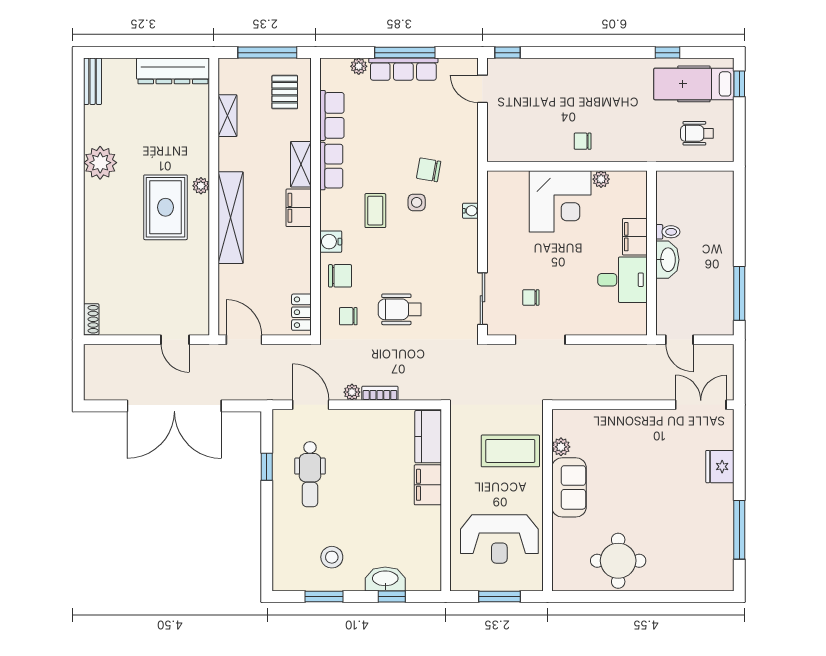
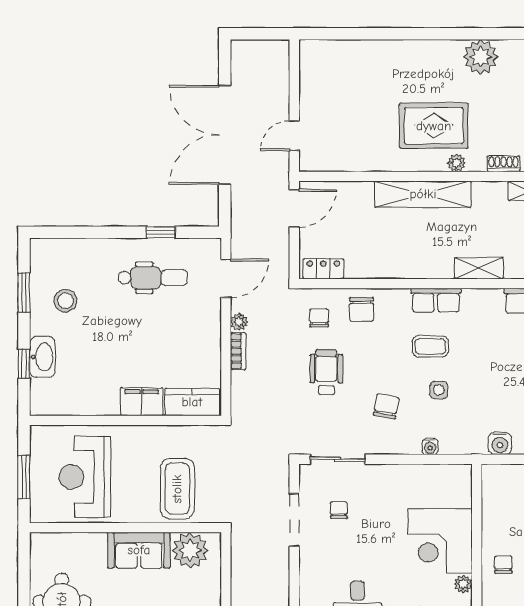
row of seats: (331, 166) -> (436, 300), moved
chair: (429, 170) -> (386, 406), moved
filing cabinet: (299, 208) -> (433, 266), removed
water cooler: (331, 242) -> (500, 443), moved, turned 180
shoe rack: (91, 319) -> (503, 164), moved, turned 180
plant: (561, 447) -> (190, 550), width x1.88, depth x1.88
dental chair: (310, 474) -> (153, 278), turned 180

